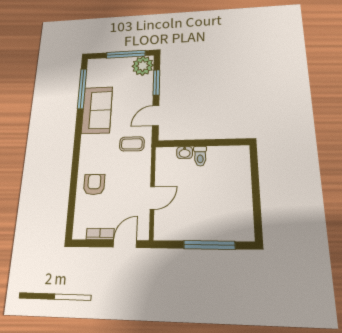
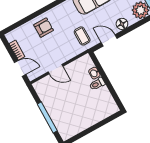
window: (156, 82) -> (133, 27), removed
floor lamp: (146, 92) -> (122, 24), added

